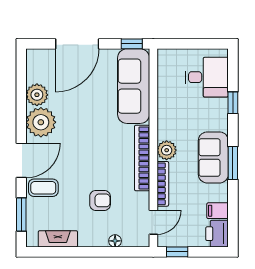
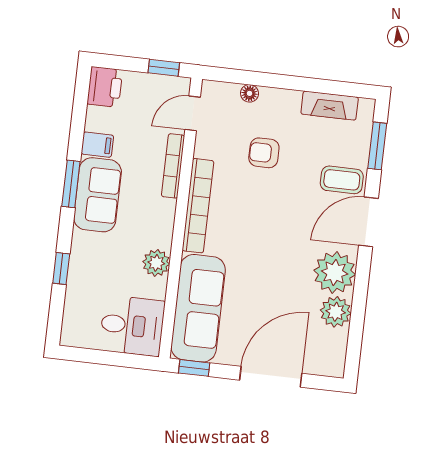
desk: (207, 77) -> (132, 326), moved, turned 180
plant: (167, 150) -> (156, 263), moved
filing cabinet: (218, 211) -> (97, 145), moved

